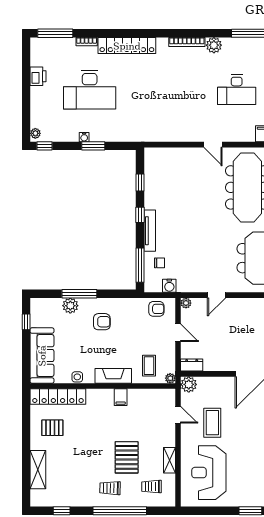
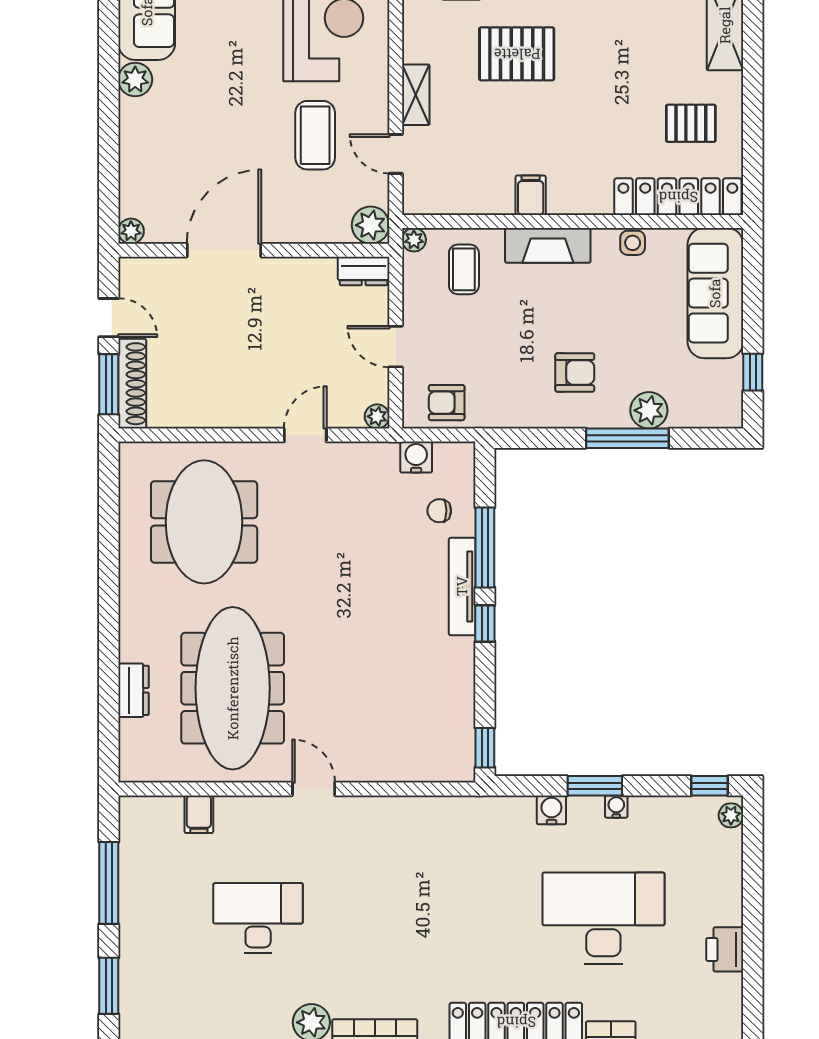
water cooler: (112, 136) -> (551, 810), added
window: (140, 183) -> (485, 748), moved
window: (140, 265) -> (485, 548), moved
armchair: (102, 322) -> (575, 373), turned 180
pallet: (127, 457) -> (517, 54), turned 90
shelving: (169, 460) -> (416, 95), moved

